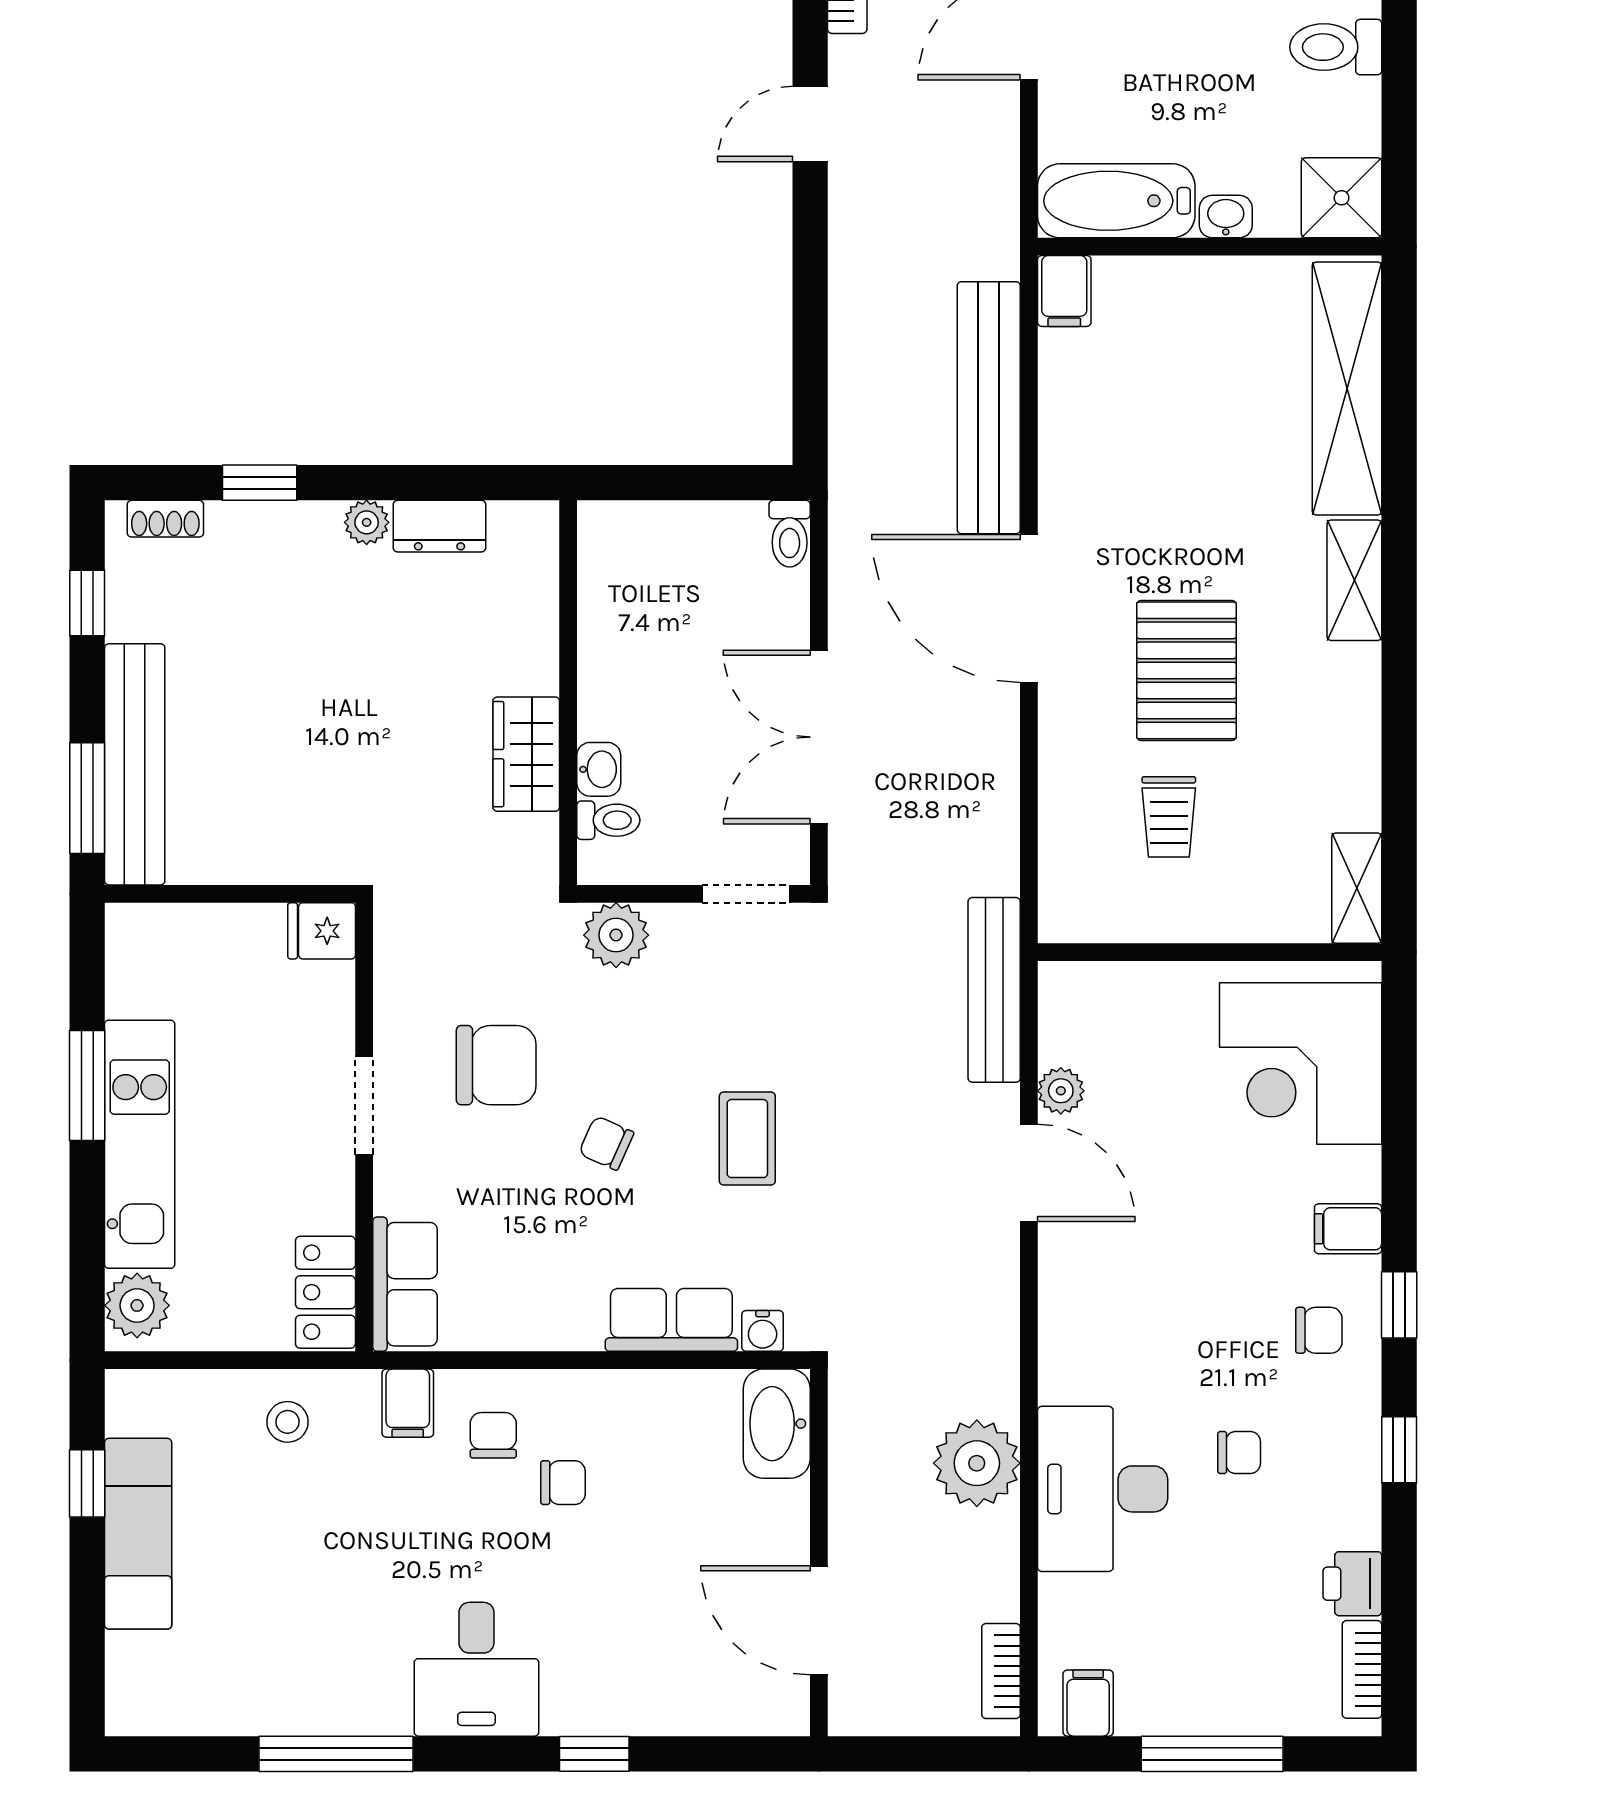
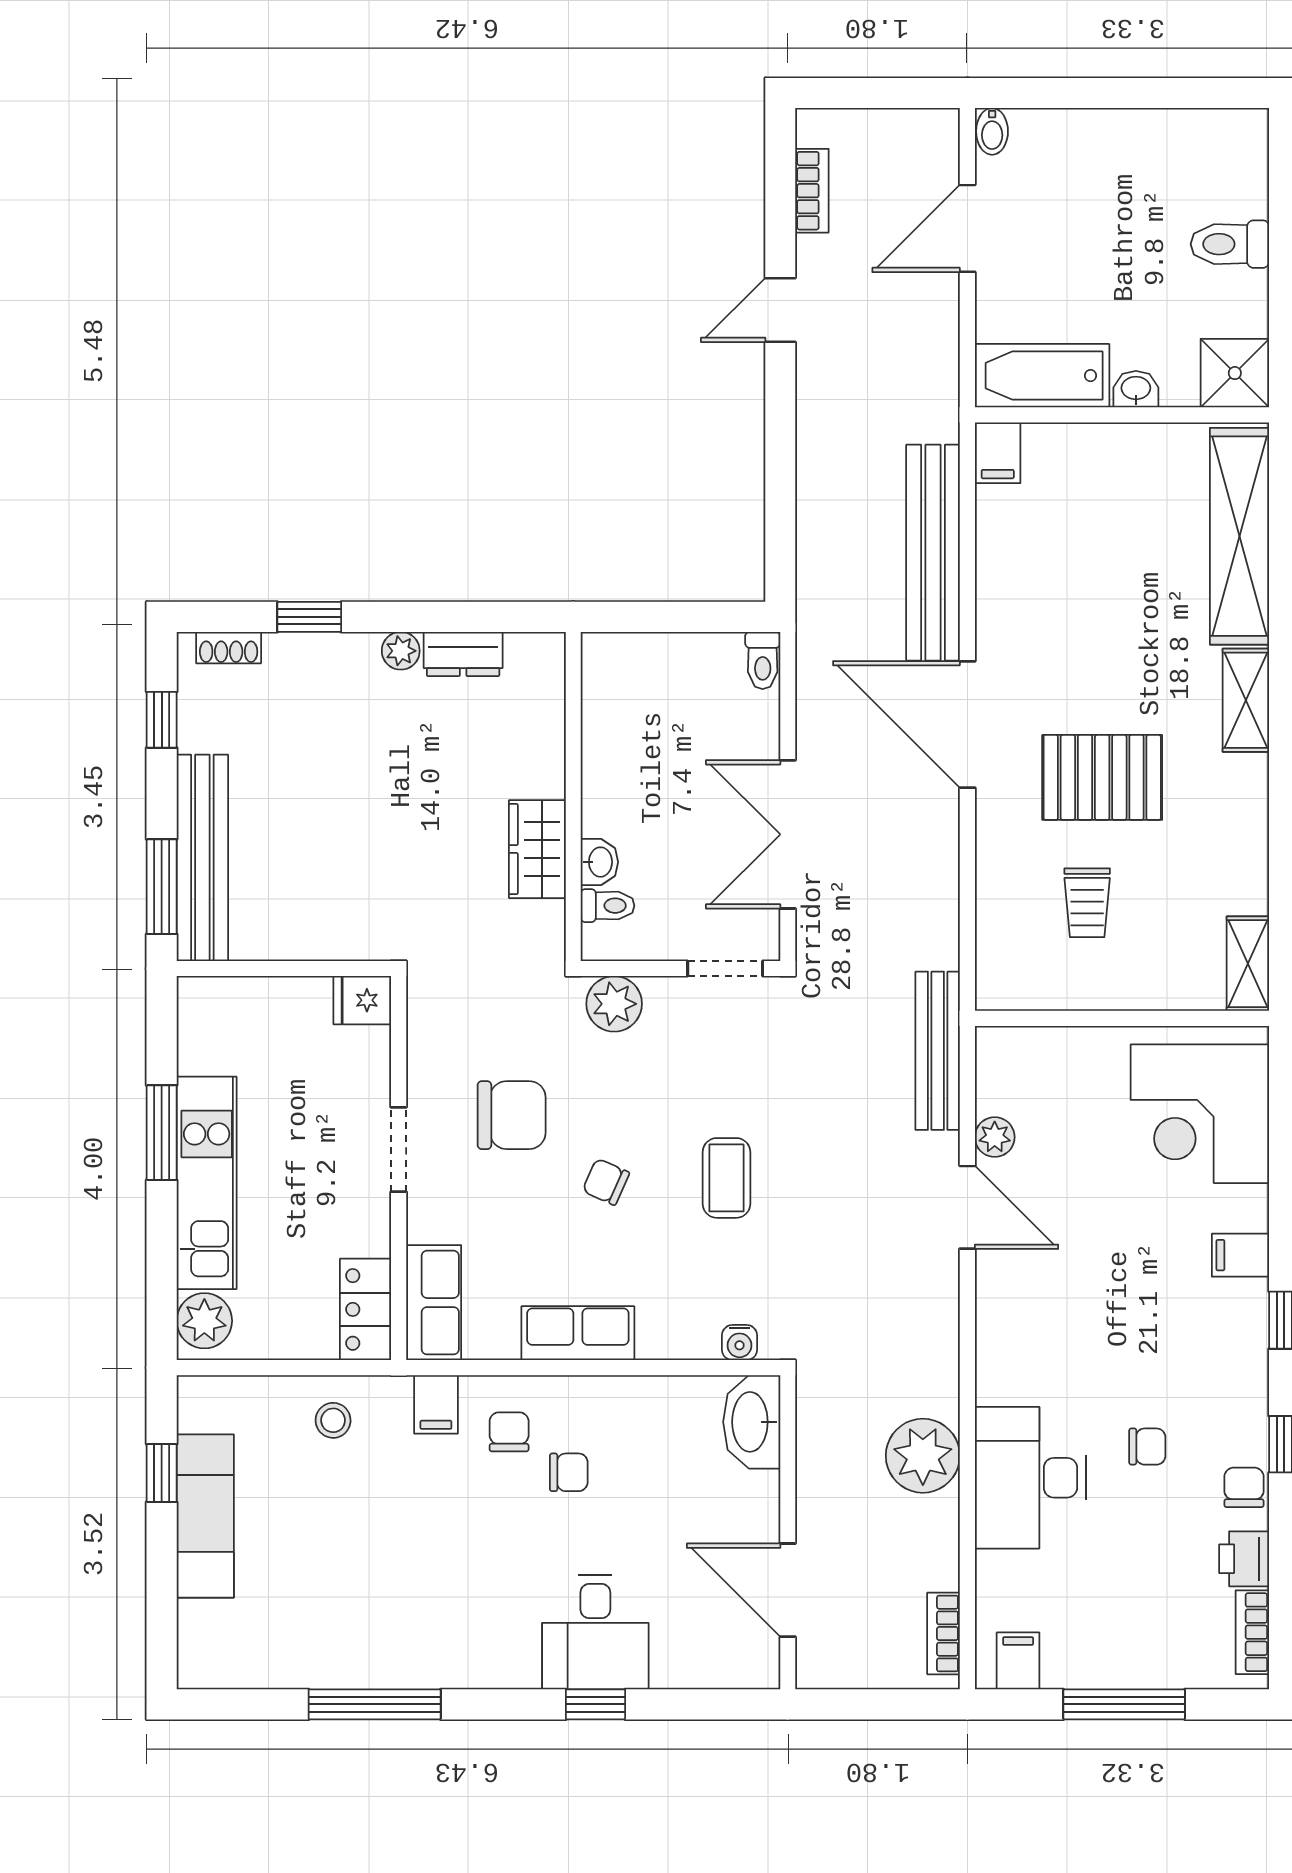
pallet: (1186, 670) -> (1102, 777), turned 90
row of seats: (671, 1320) -> (578, 1333), moved
chair: (1319, 1330) -> (1244, 1487), moved, turned -90
desk: (476, 1669) -> (595, 1632), moved

